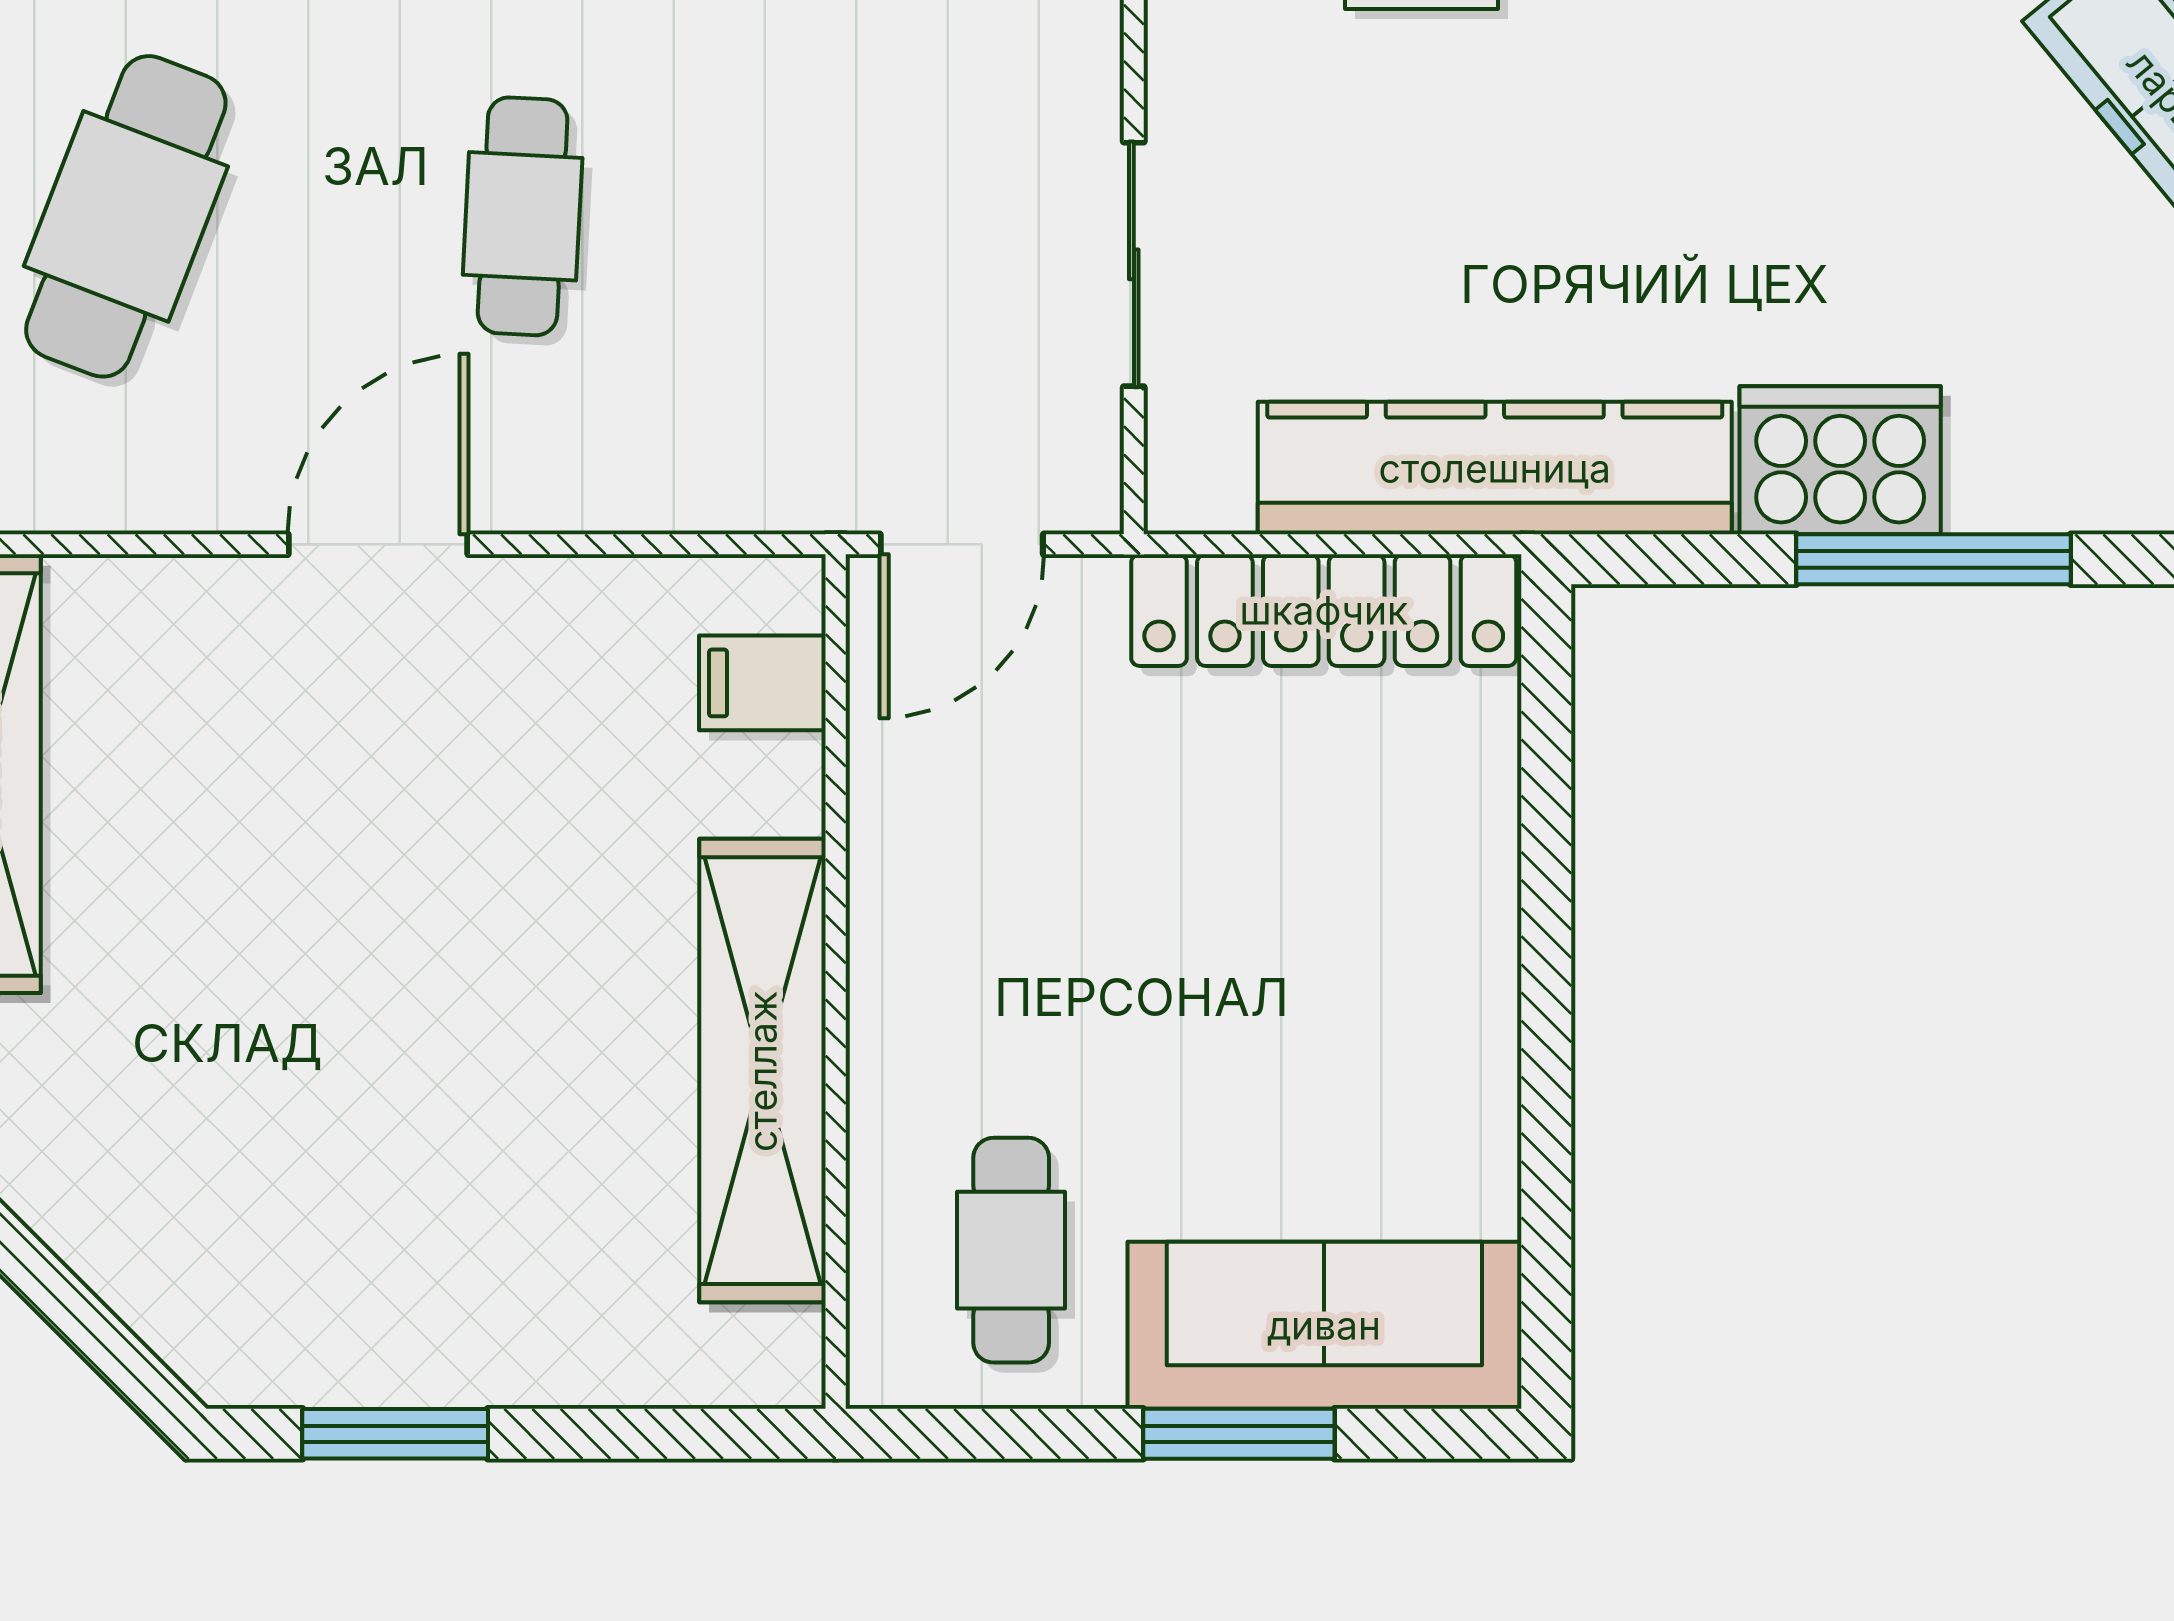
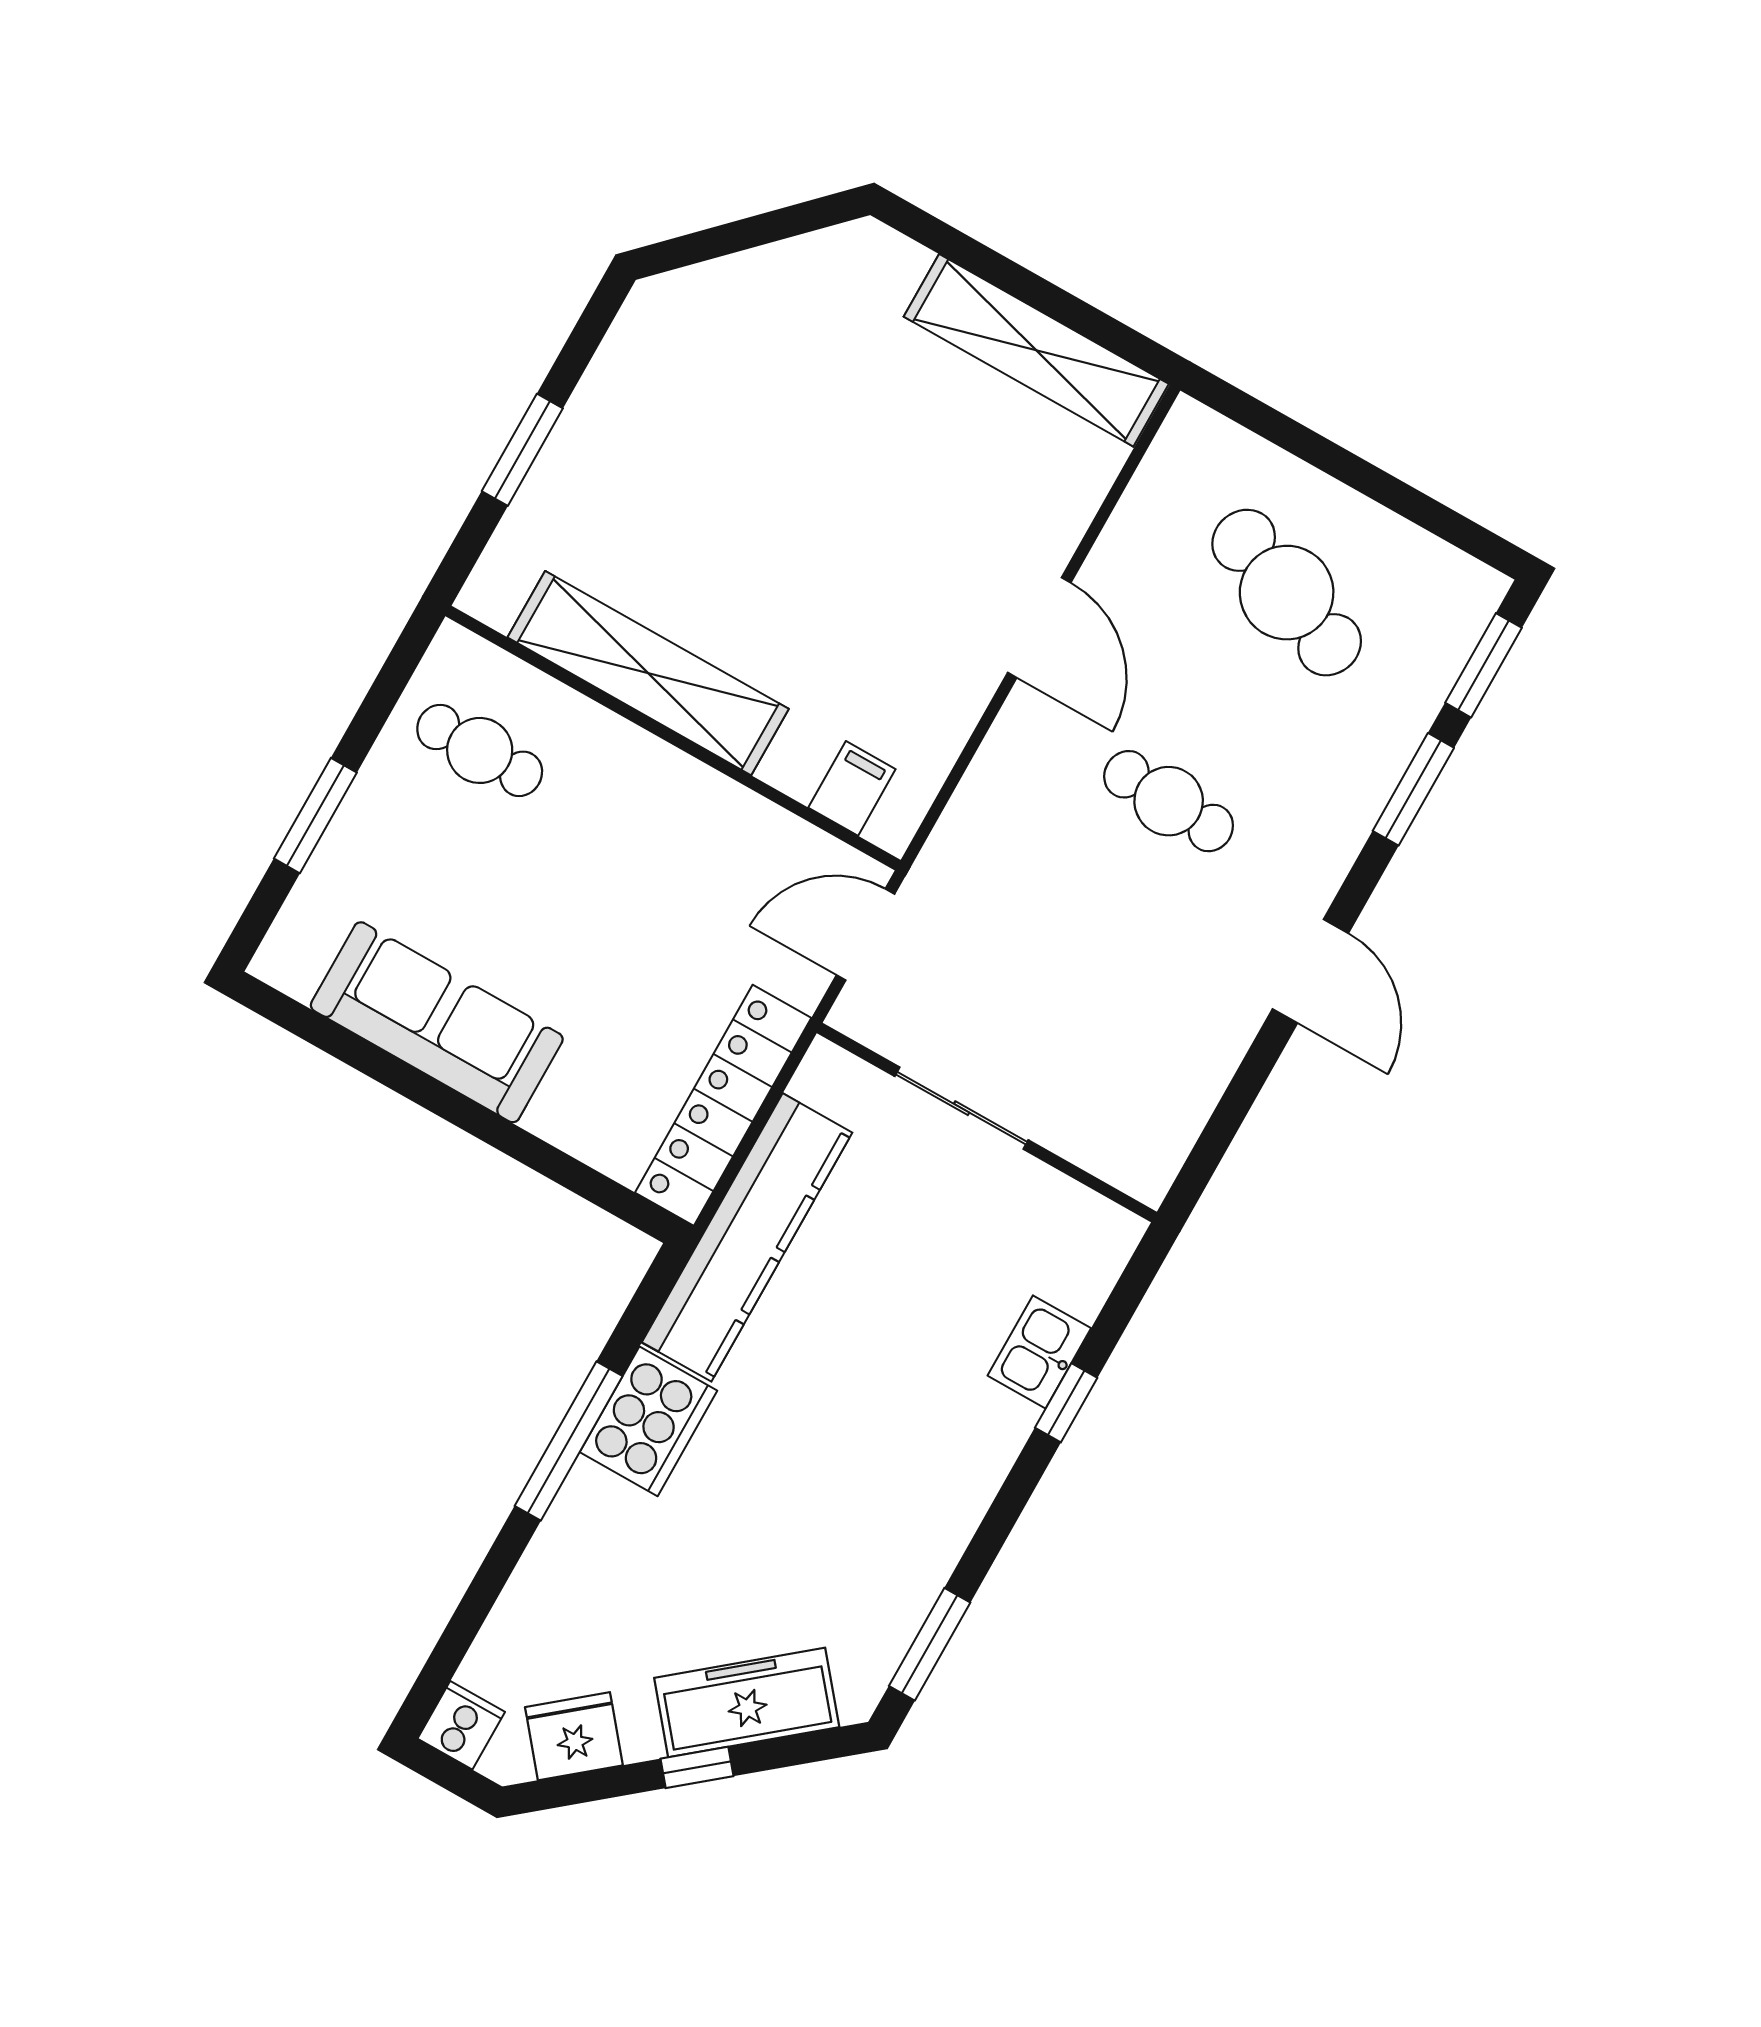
door: (962, 544) -> (865, 935), hinge flipped
sofa: (1324, 1325) -> (437, 1022), moved, turned -90
window: (395, 1434) -> (522, 450), moved

